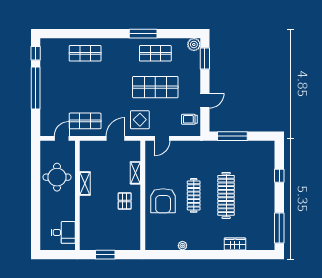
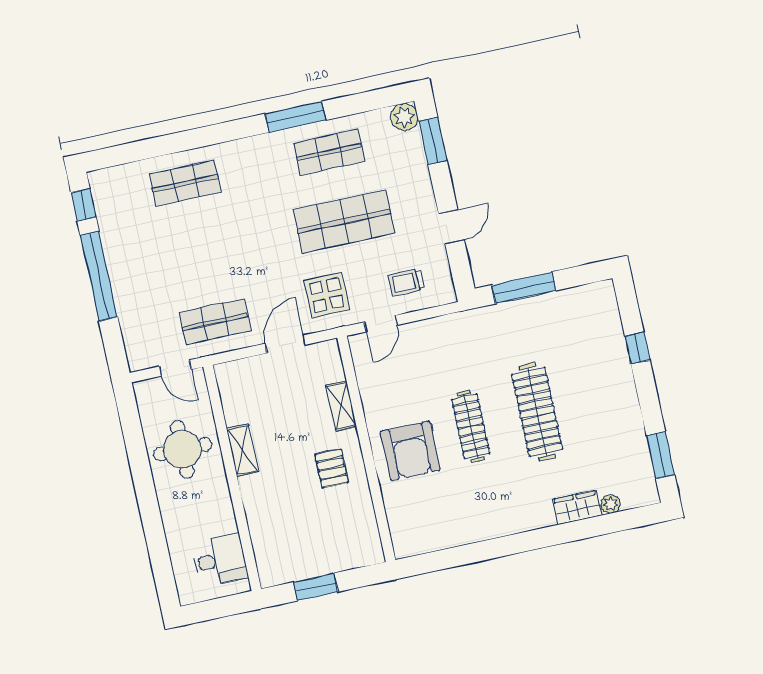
trolley: (189, 119) -> (406, 282), moved
door: (62, 138) -> (175, 368), swing flipped
window: (279, 228) -> (661, 455), width x0.69
plant: (182, 246) -> (611, 504), moved

